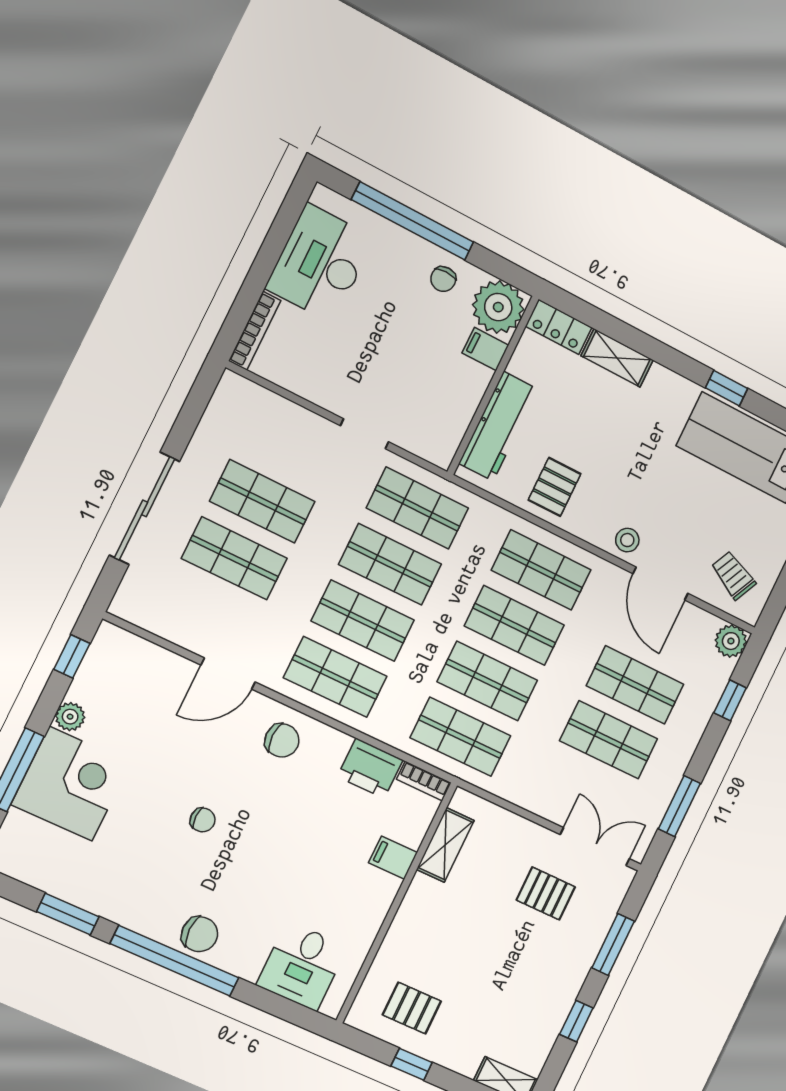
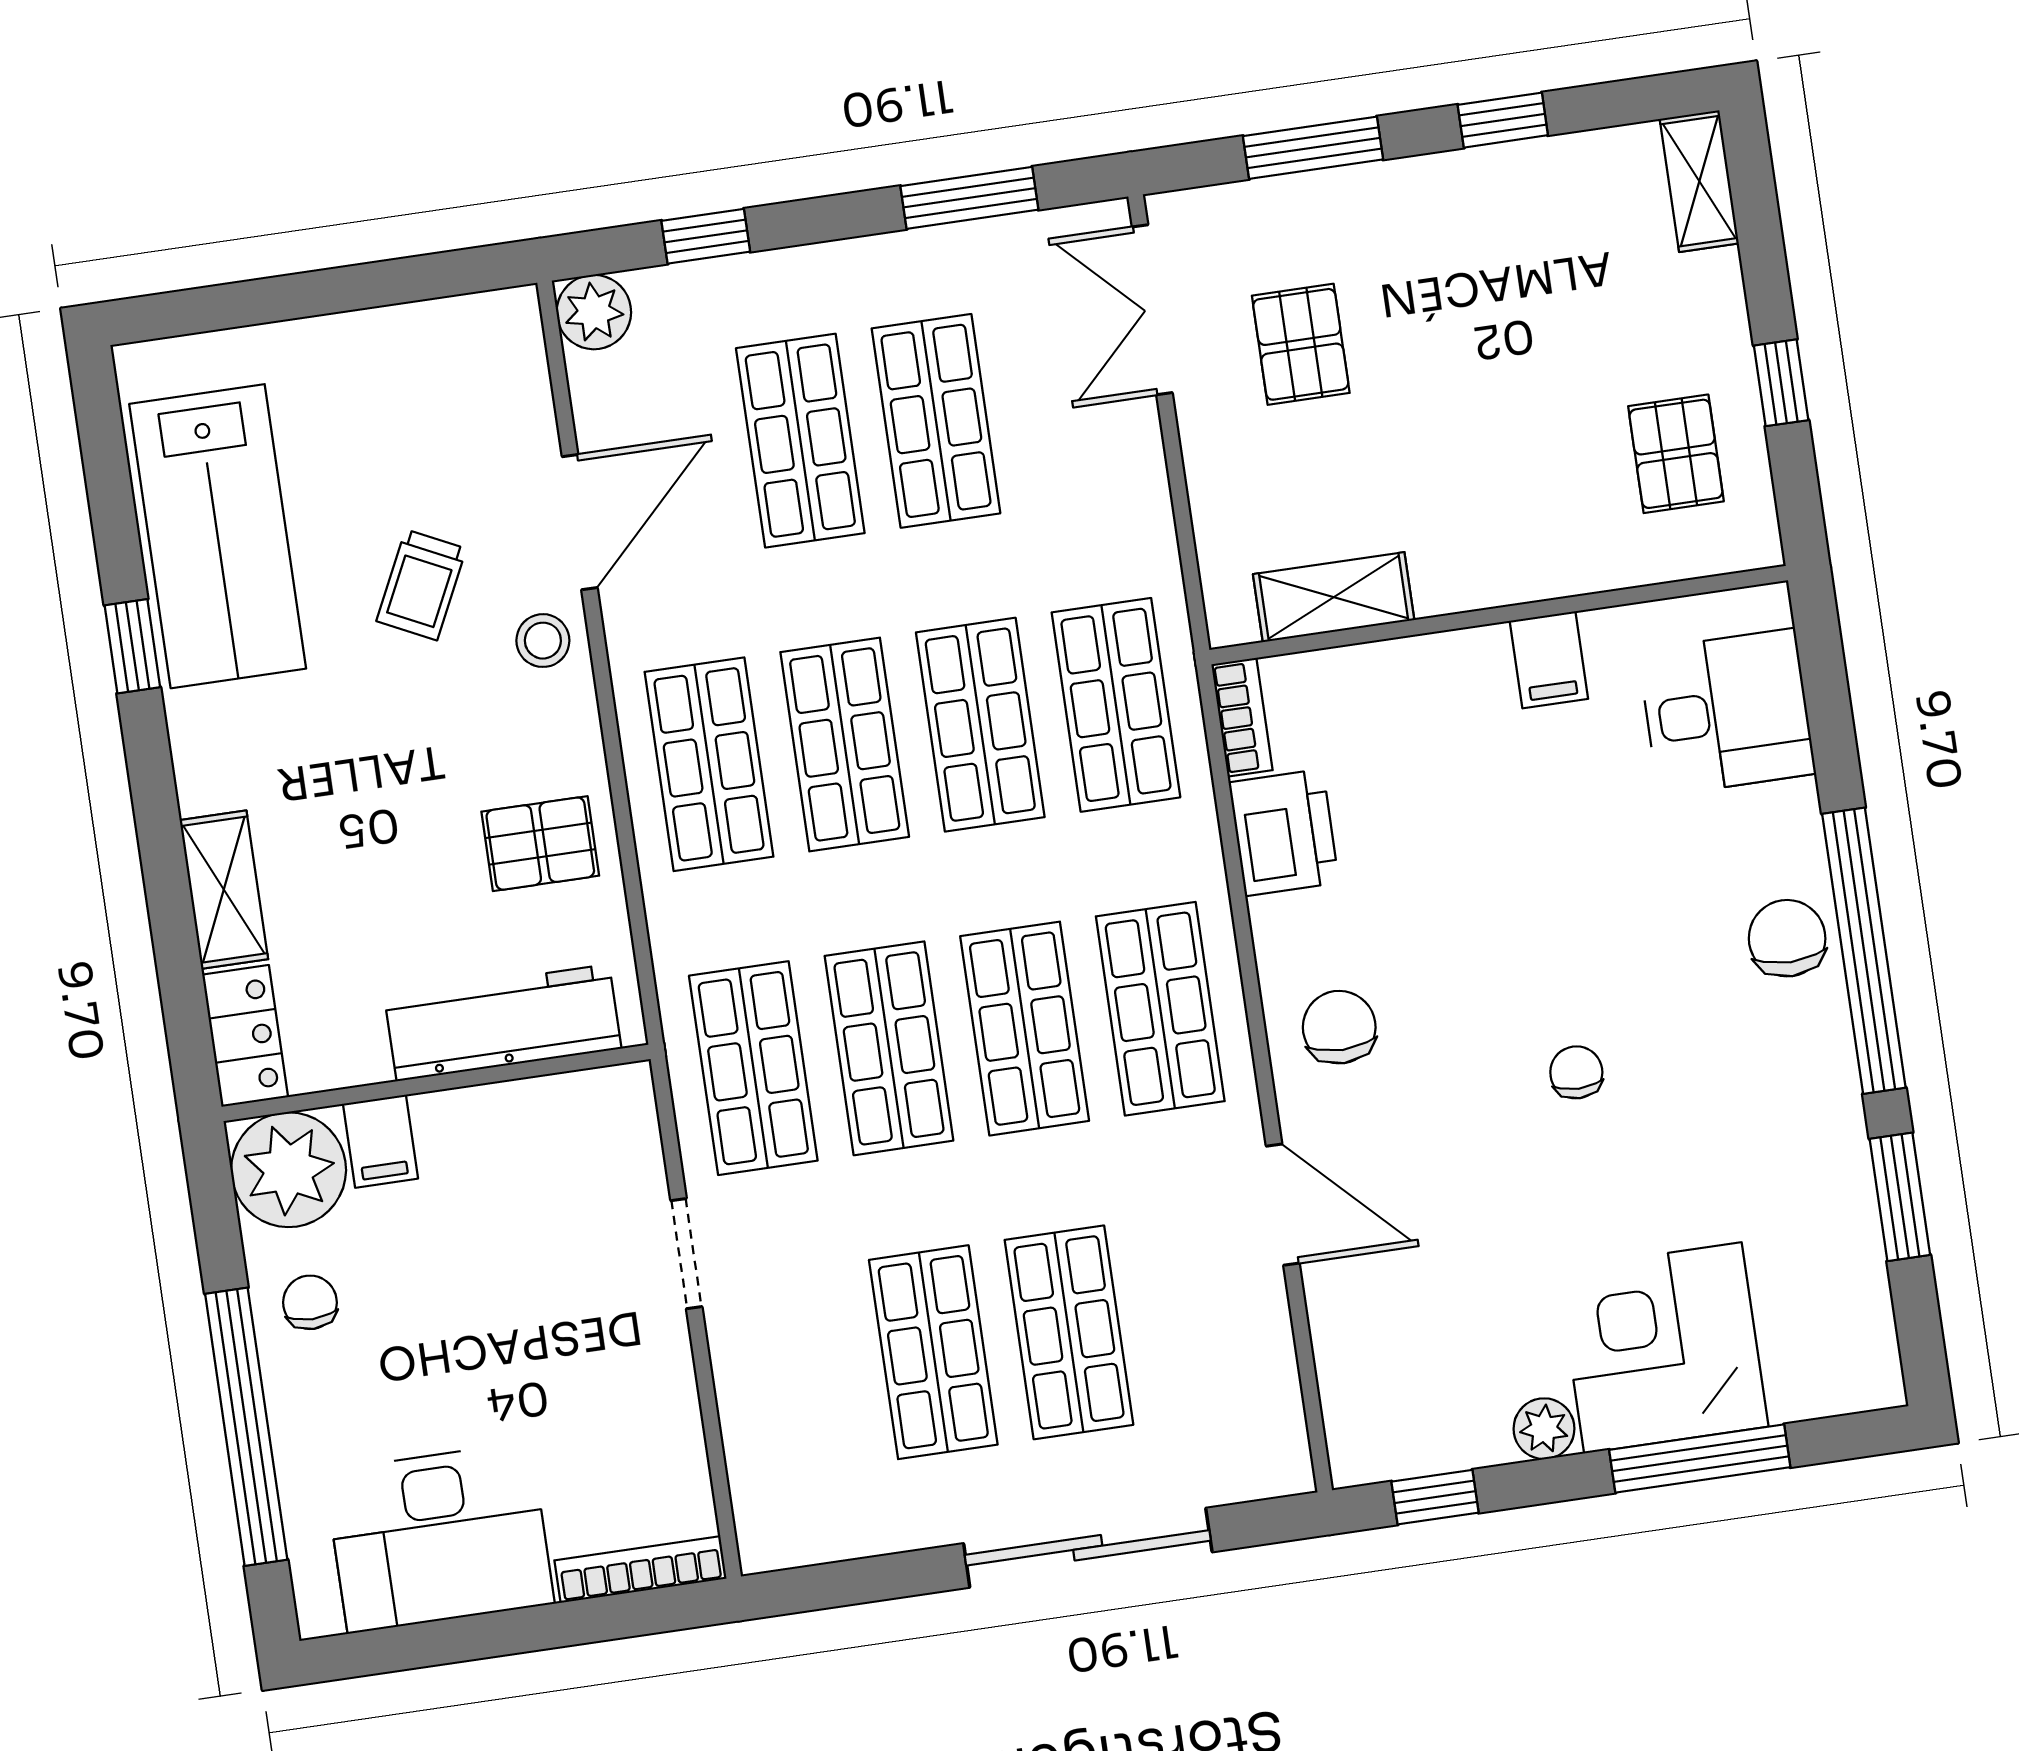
chair: (443, 279) -> (310, 1302), turned -90
trolley: (733, 575) -> (421, 585), moved
filing cabinet: (393, 858) -> (1549, 660), moved

